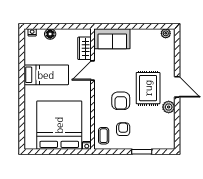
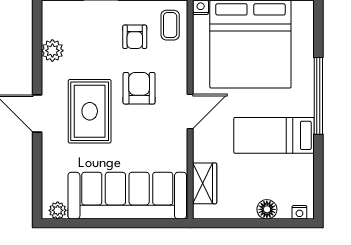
sofa: (112, 39) -> (127, 196), width x1.85, depth x1.27
door: (93, 71) -> (190, 111), moved
window: (22, 97) -> (318, 96), added
plant: (169, 107) -> (52, 51), moved

